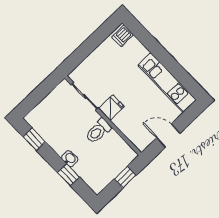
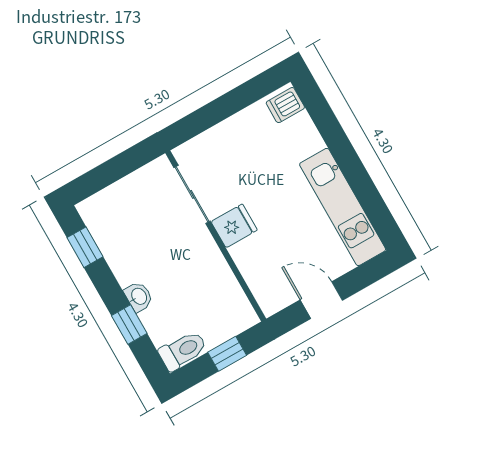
toilet: (98, 131) -> (183, 351), moved, turned 180

